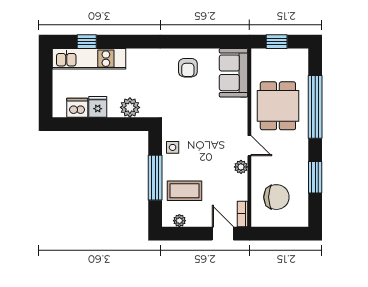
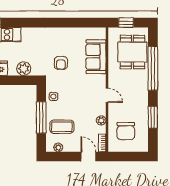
armchair: (188, 68) -> (61, 63), moved
sofa: (234, 73) -> (96, 57), moved
dining table: (278, 106) -> (132, 52), moved
plant: (241, 167) -> (101, 120), moved
chair: (276, 197) -> (126, 131), turned 90

